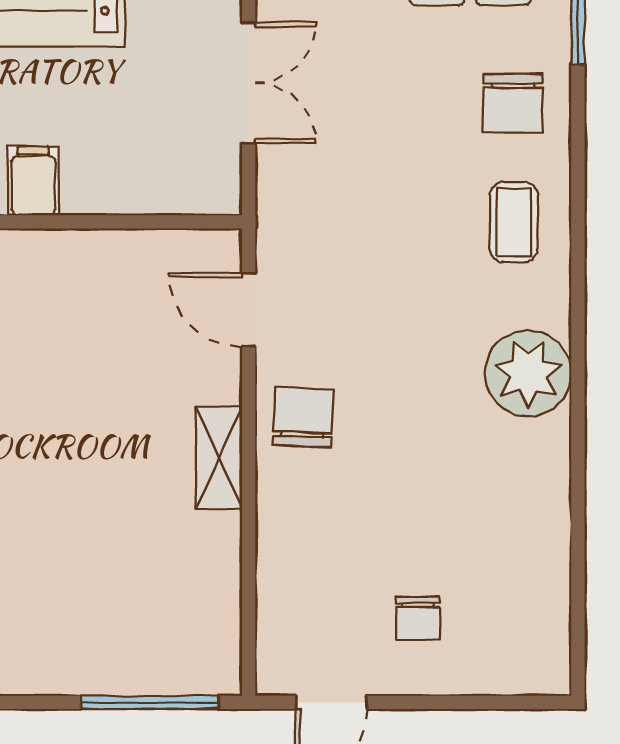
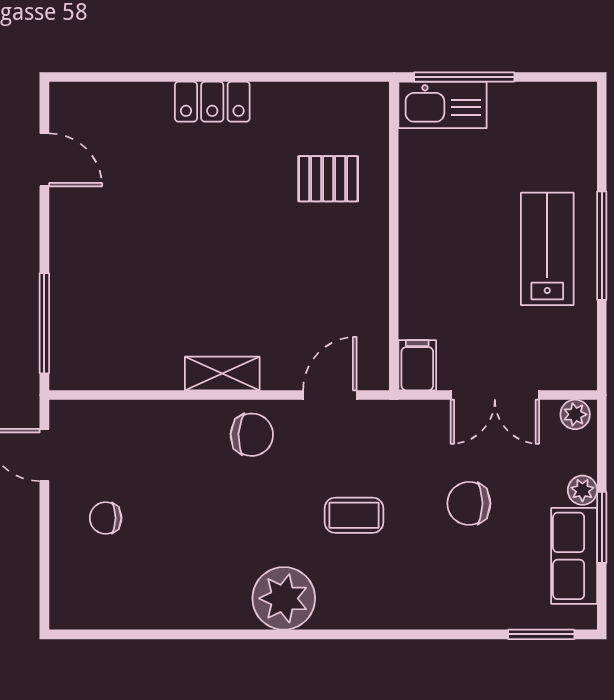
chair: (513, 103) -> (469, 503), moved
filing cabinet: (33, 181) -> (417, 365), moved, turned -90
coffee table: (514, 222) -> (354, 515), moved

